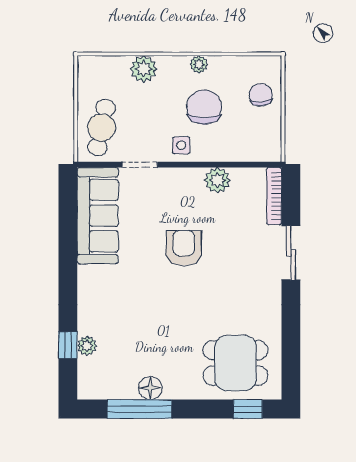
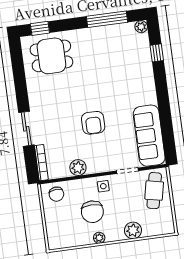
chair: (261, 95) -> (56, 194), moved
plant: (87, 346) -> (141, 27), moved
floor lamp: (150, 388) -> (102, 33), removed

